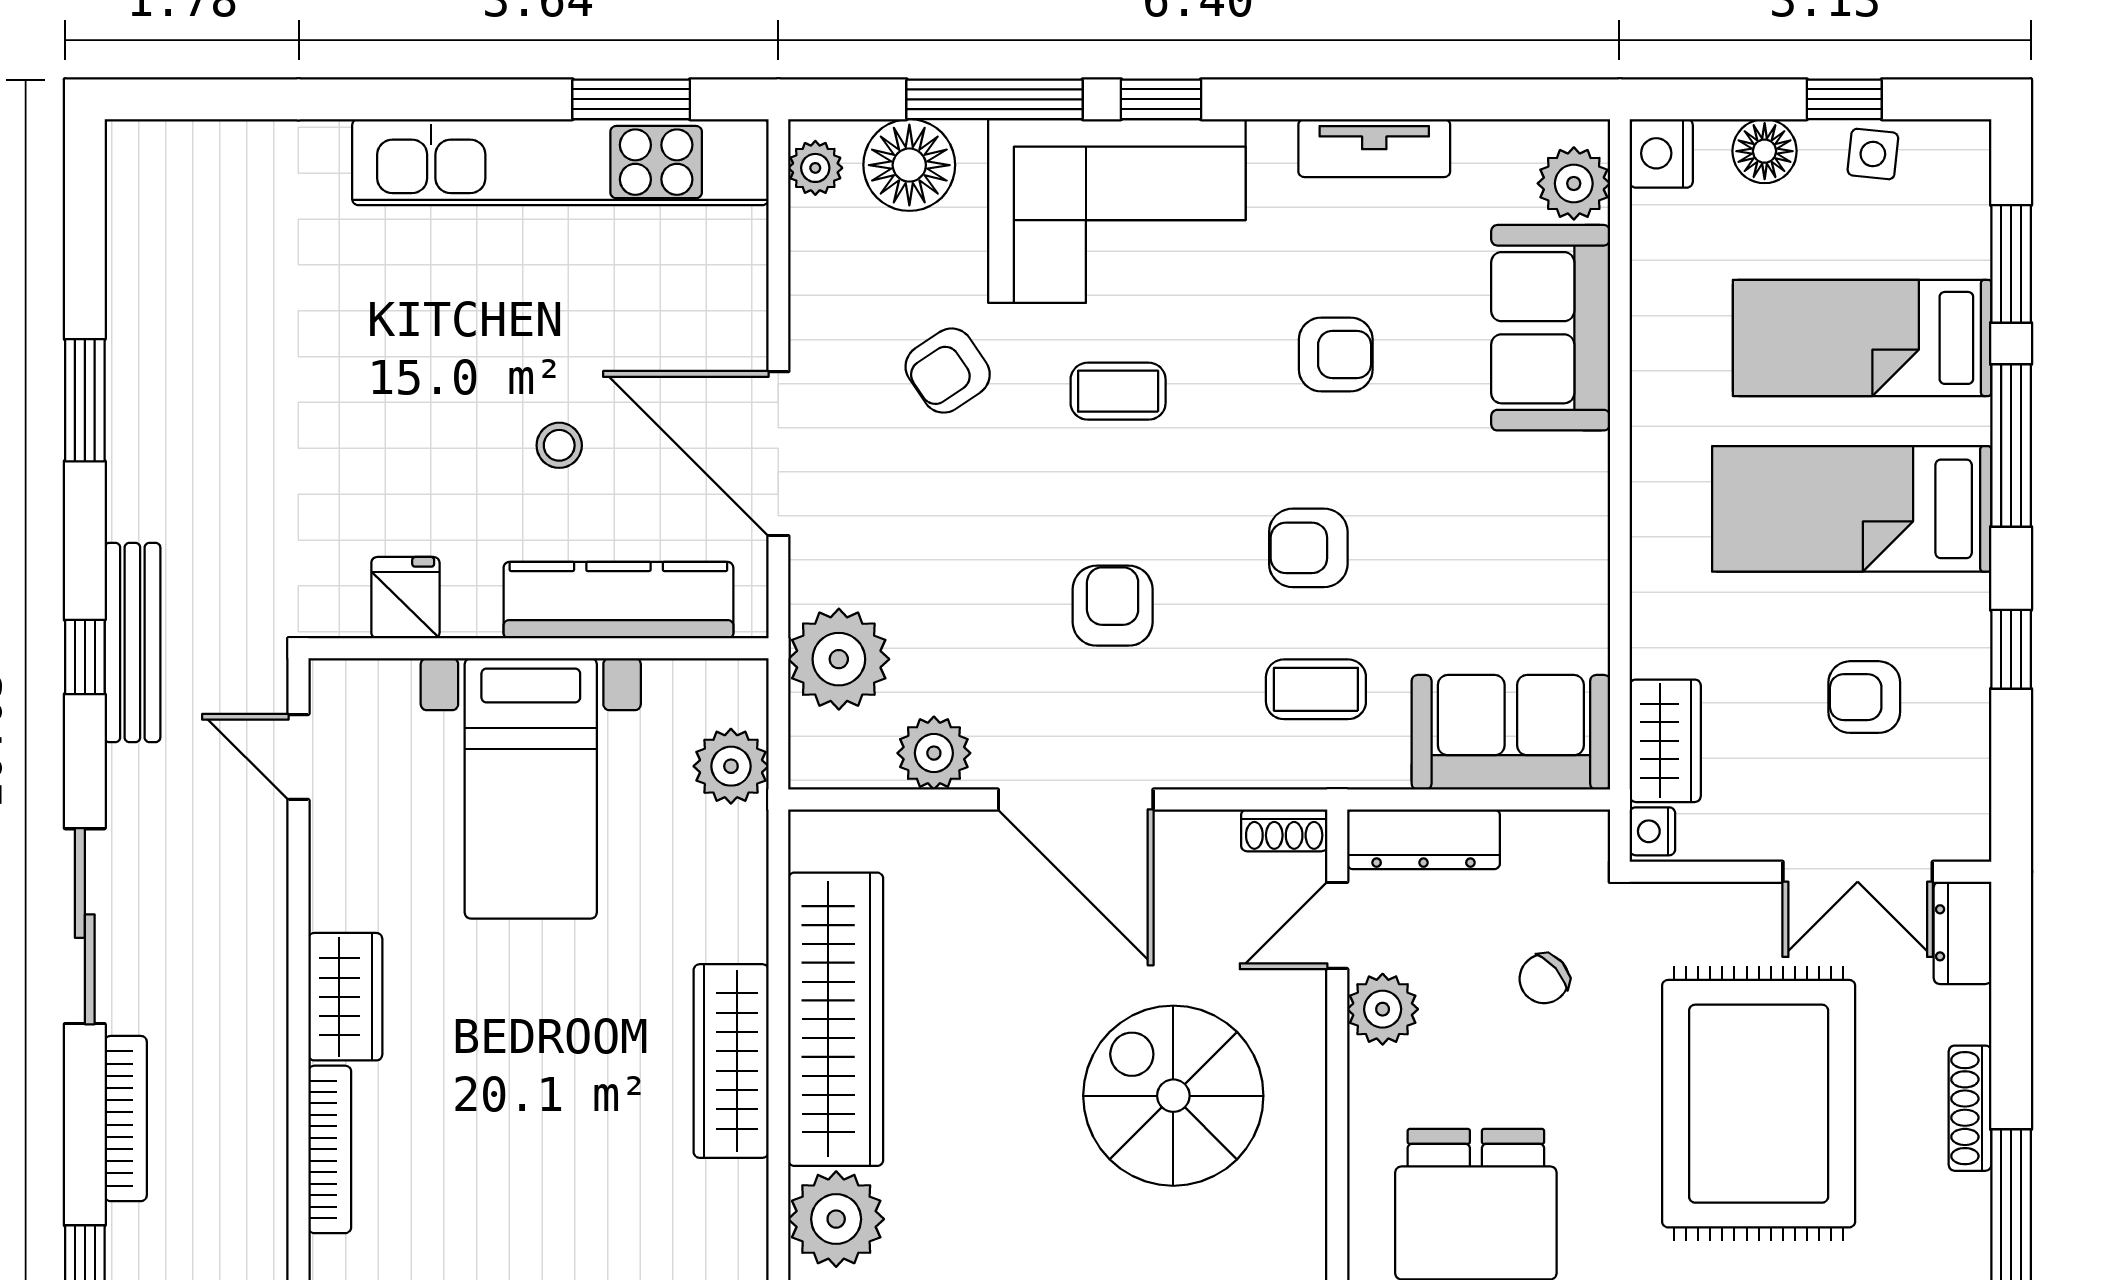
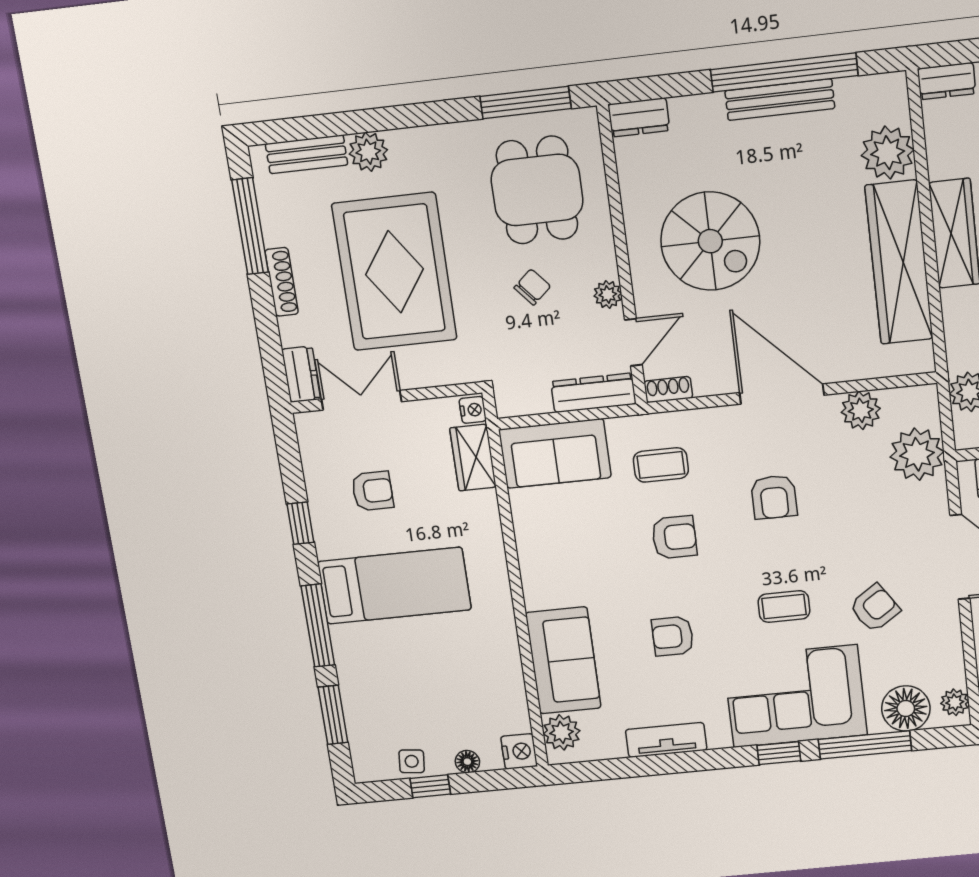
floor lamp: (1765, 151) -> (467, 762), width x0.73, depth x0.73
bed: (1862, 338) -> (403, 671), removed
chair: (1544, 979) -> (532, 287), moved
plant: (1383, 1009) -> (608, 295), width x0.73, depth x0.73

